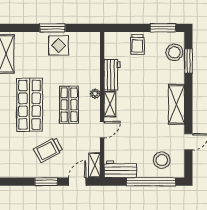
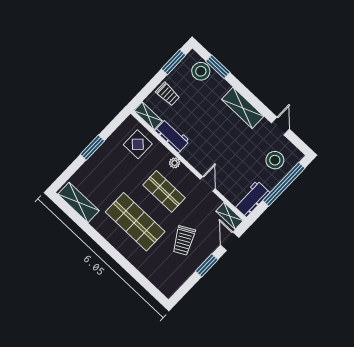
display table: (59, 45) -> (138, 144), moved
shelving: (110, 104) -> (148, 116), moved

